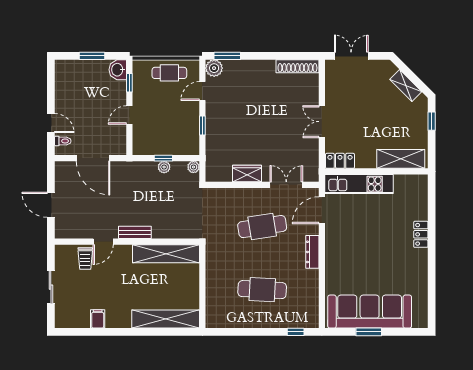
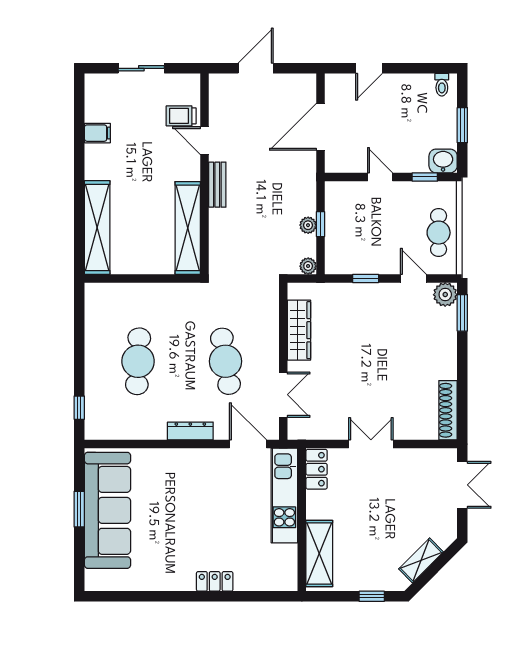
toilet: (63, 141) -> (442, 85), moved
wardrobe: (247, 174) -> (299, 330), width x1.50

